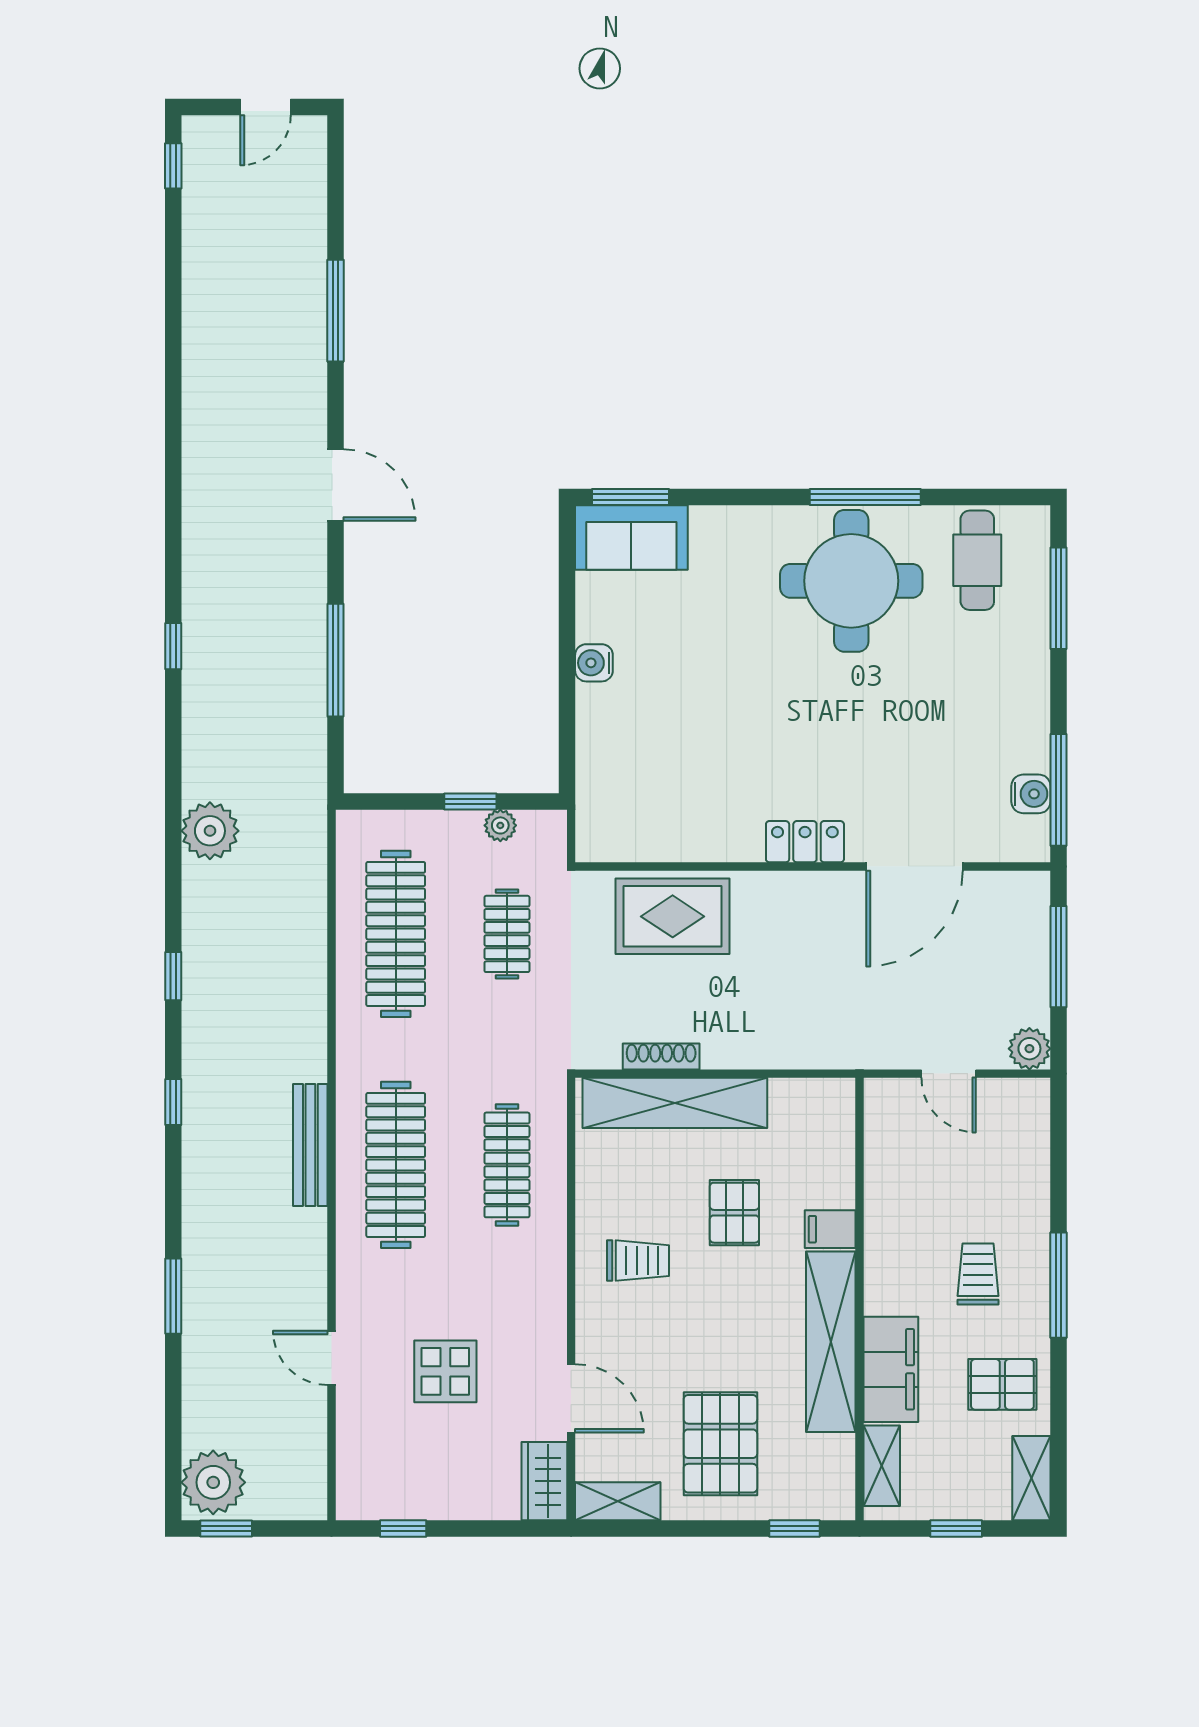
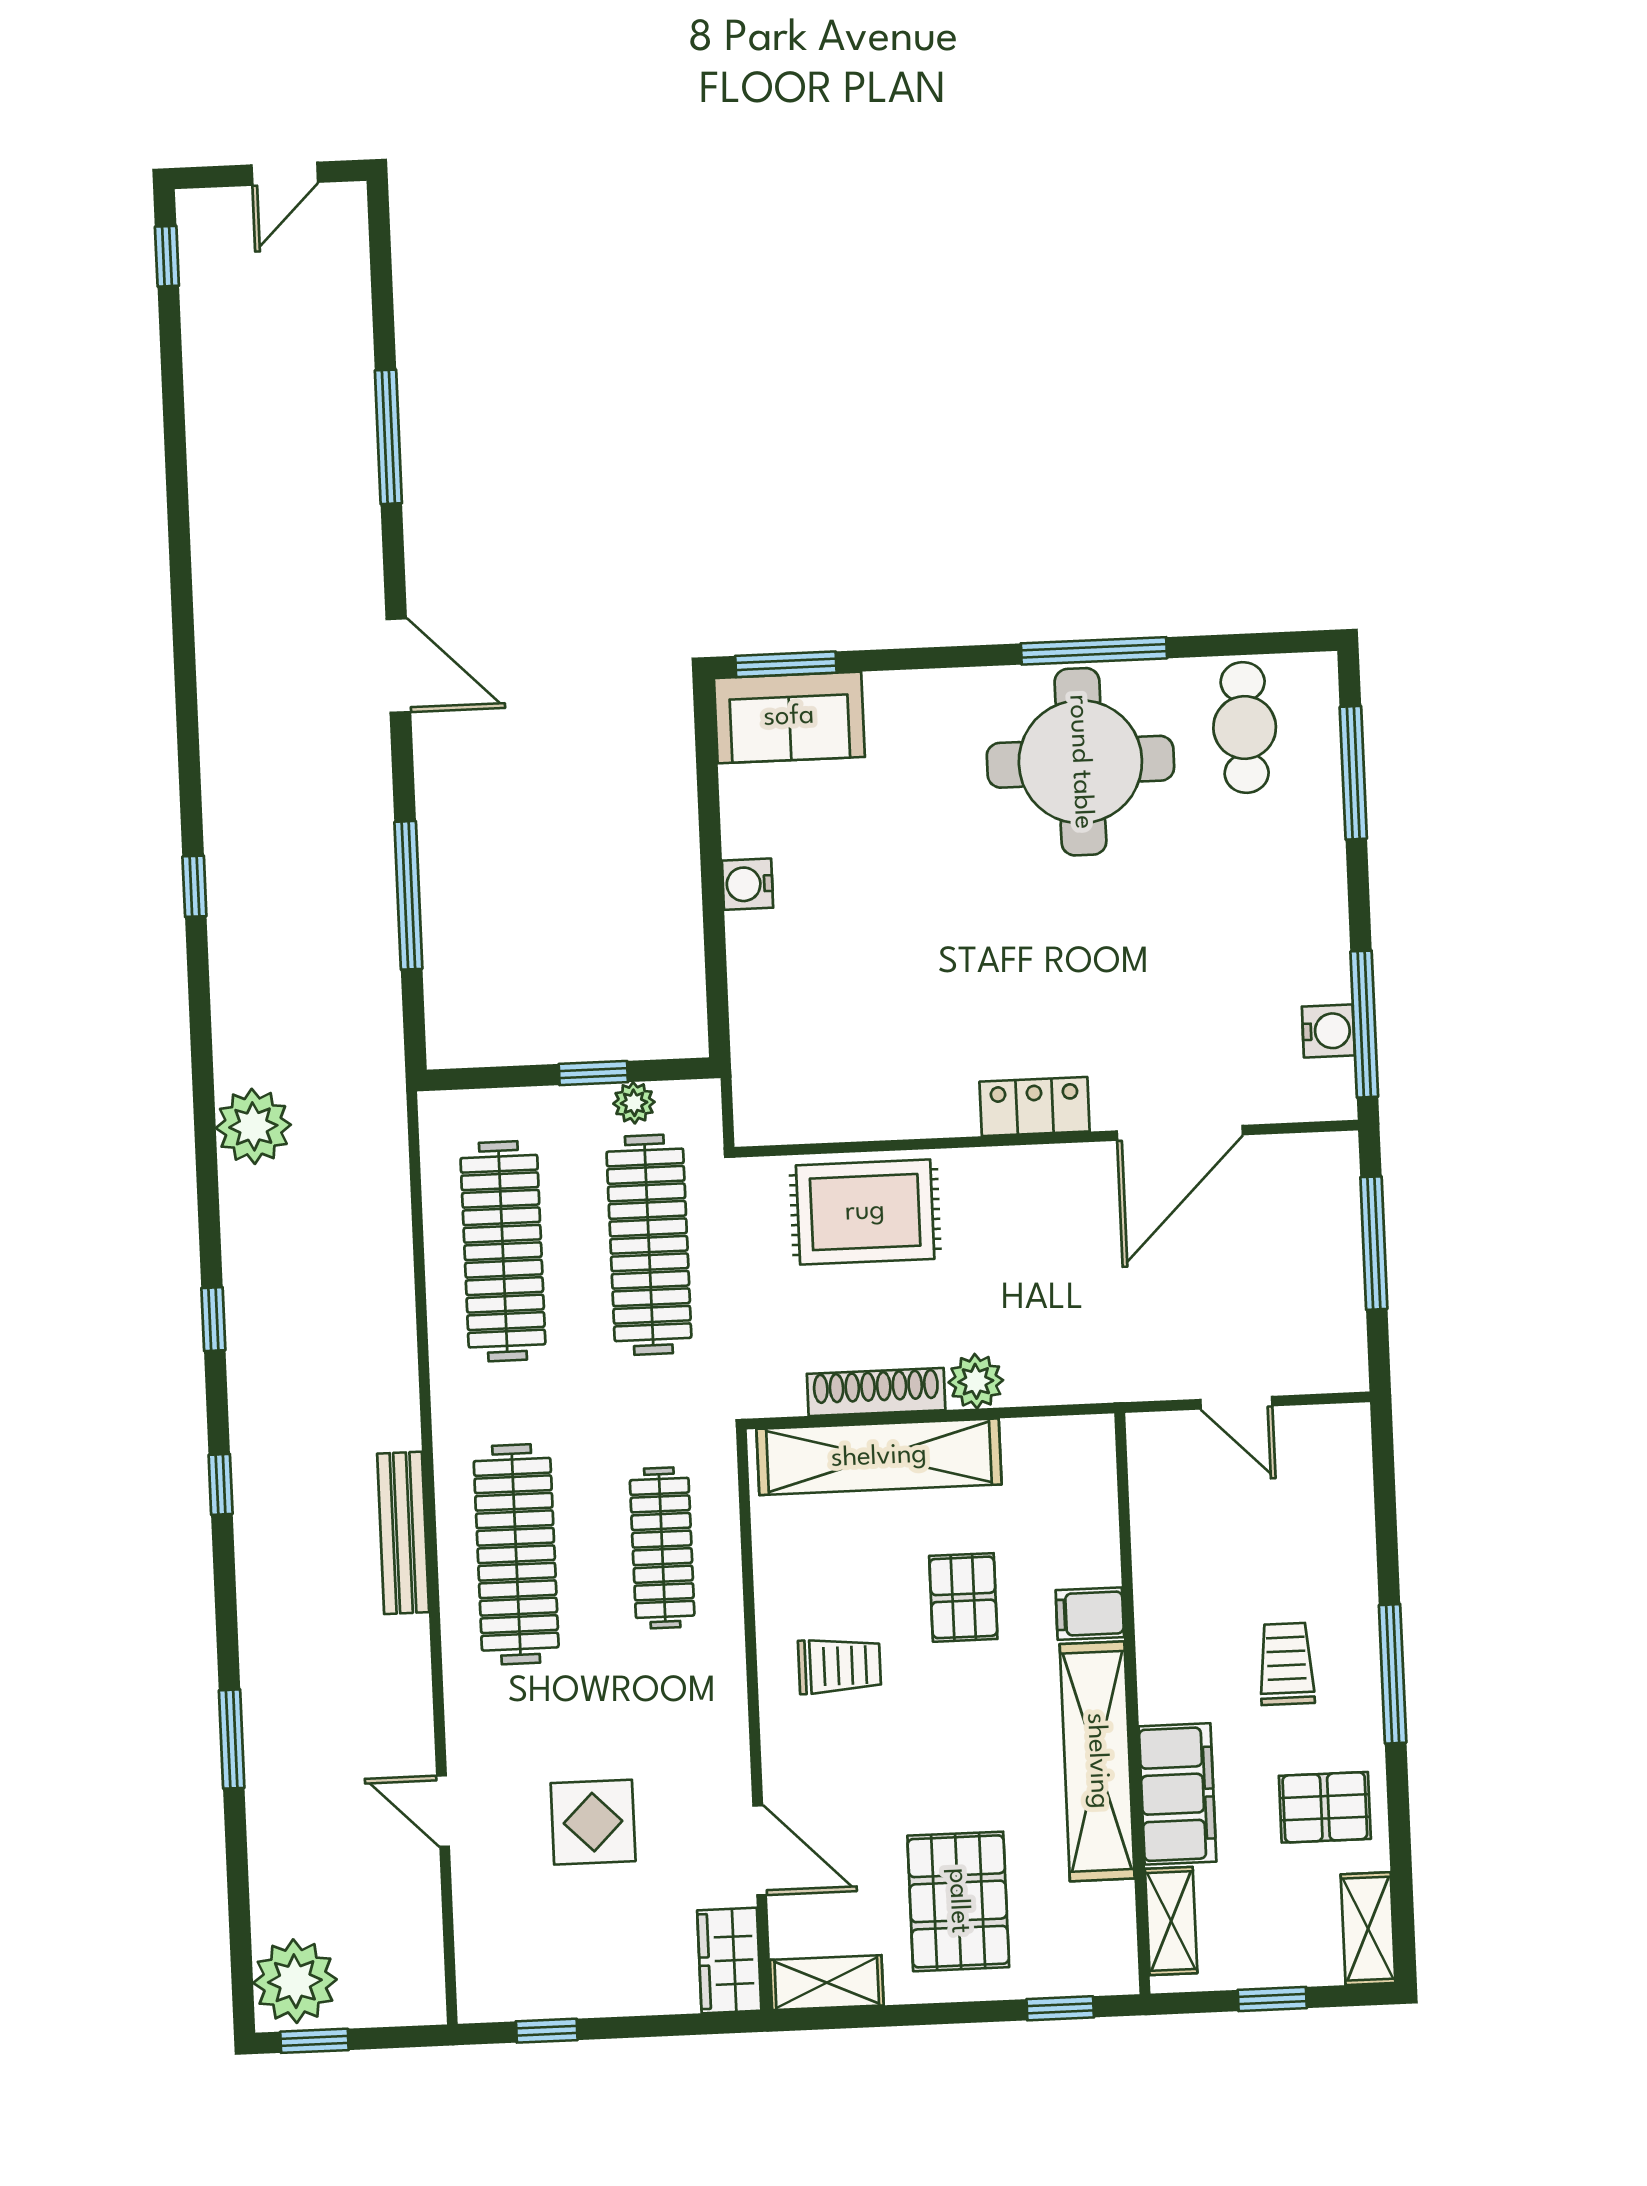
clothes rail: (507, 934) -> (649, 1245), width x1.86, depth x1.31
plant: (1029, 1049) -> (976, 1381), moved
shoe rack: (661, 1057) -> (876, 1392), width x1.36, depth x1.24

